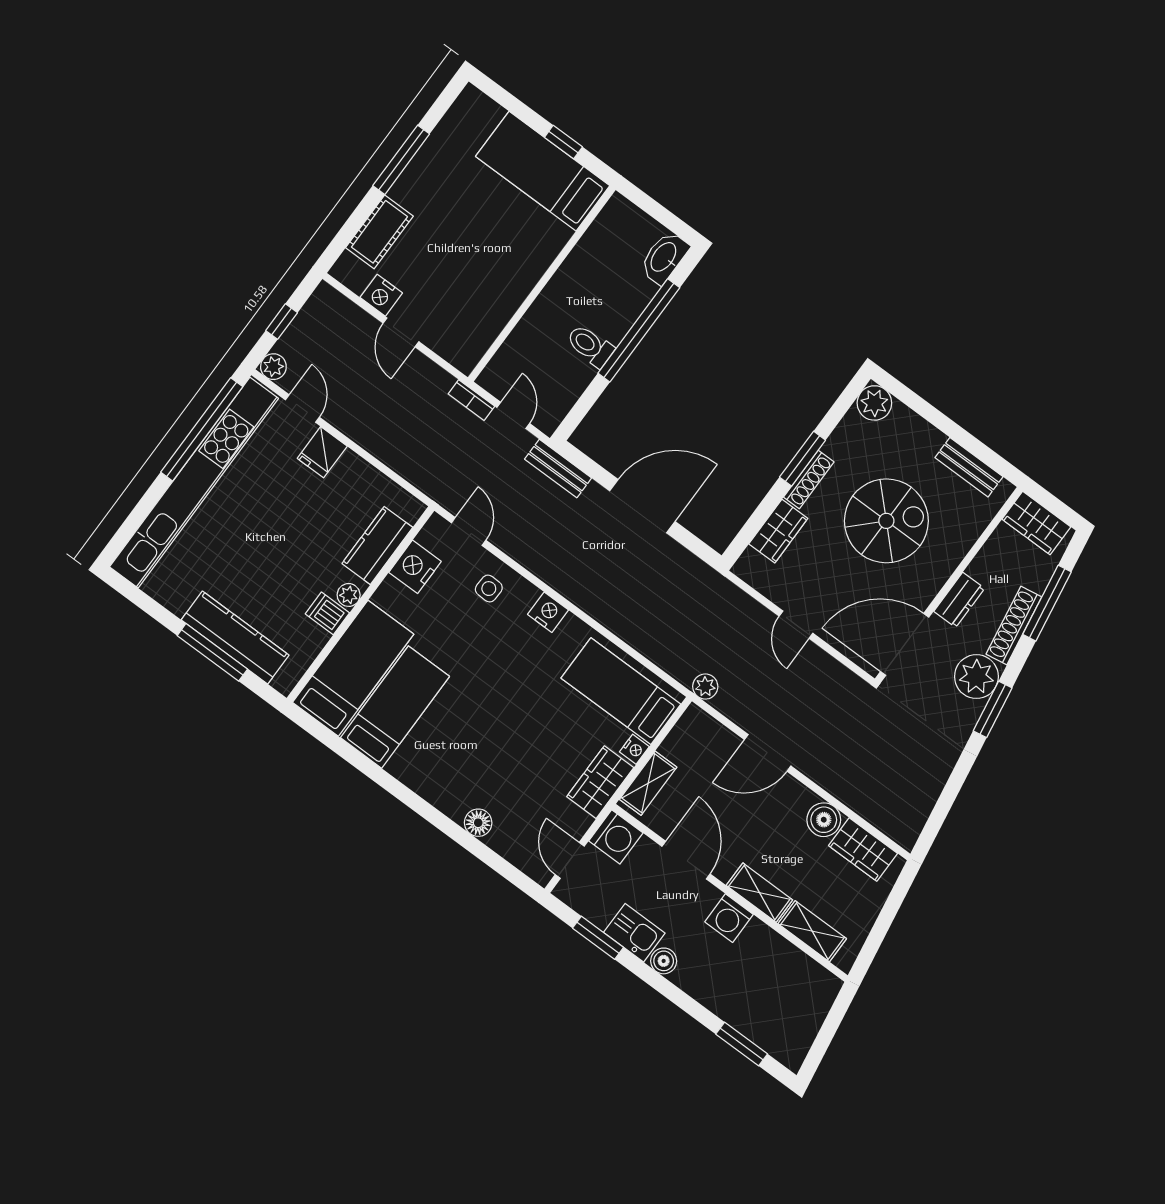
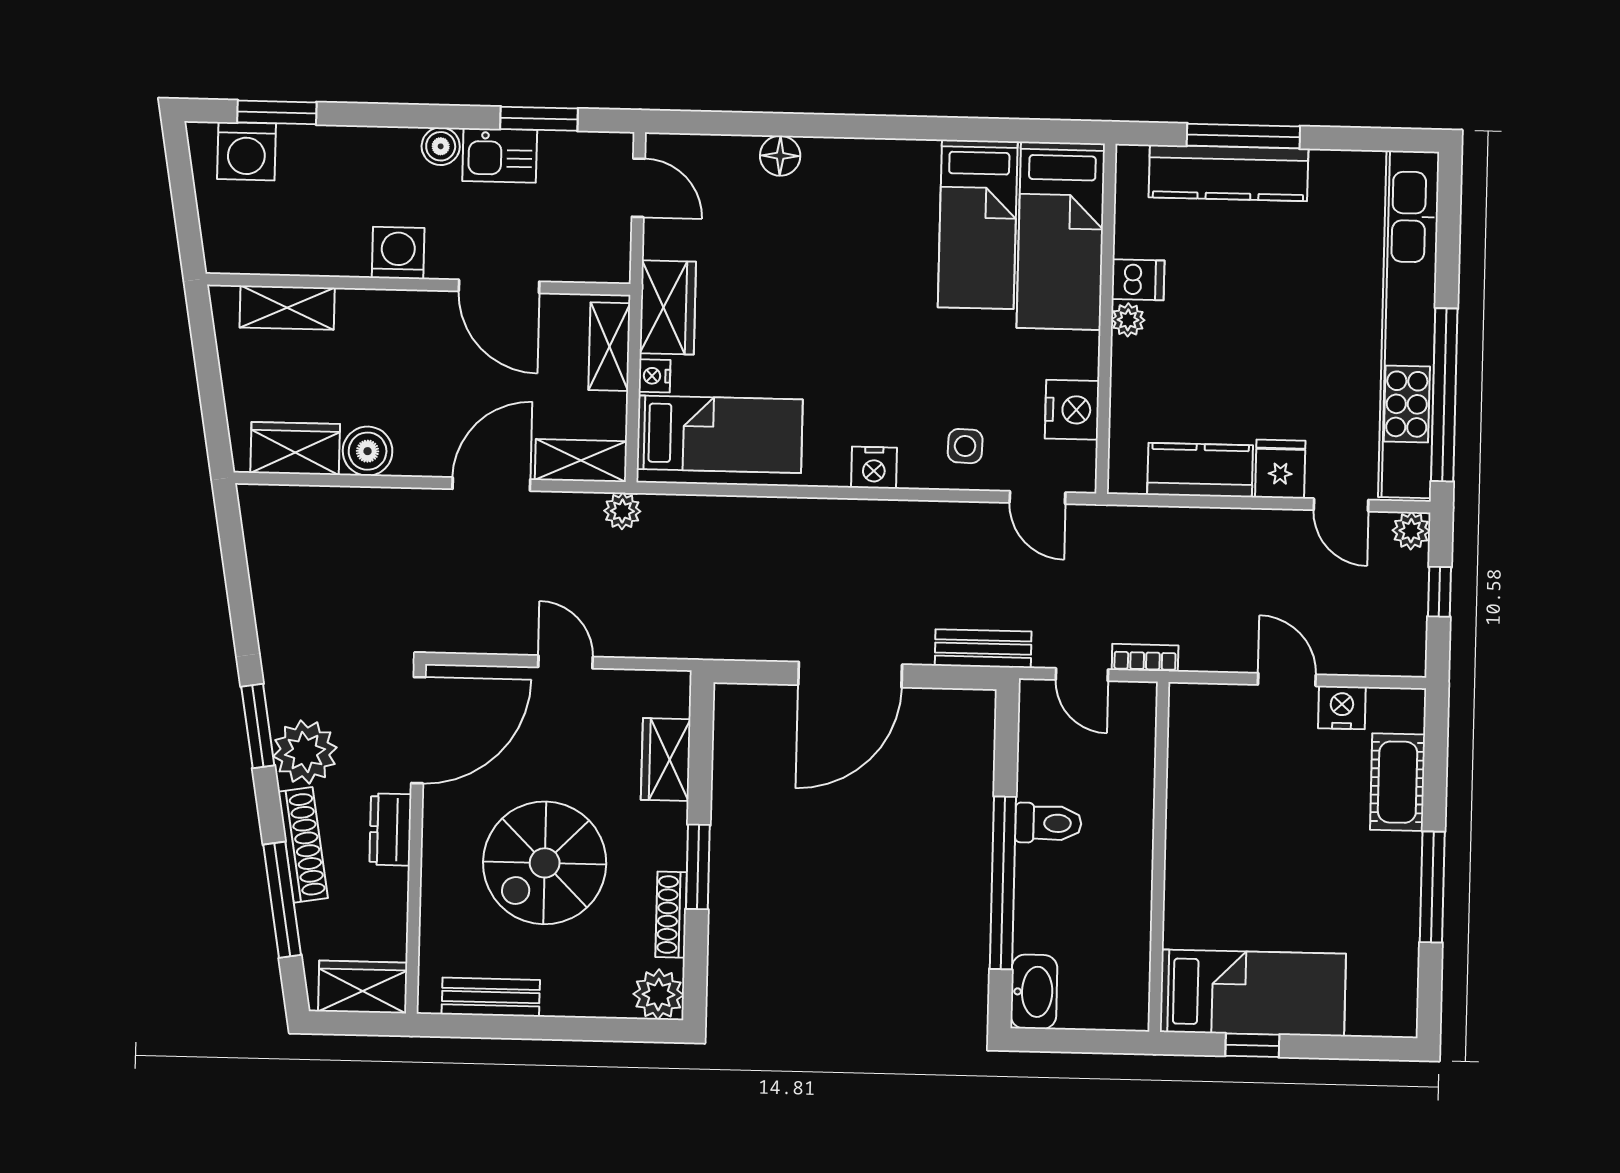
shoe rack: (809, 479) -> (671, 915), moved
kitchen counter: (377, 545) -> (1200, 470), moved, turned -90
washing machine: (616, 837) -> (246, 151), moved, turned -90
shelving: (759, 893) -> (581, 461), moved

